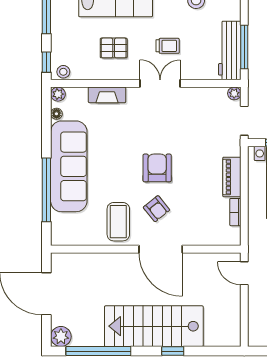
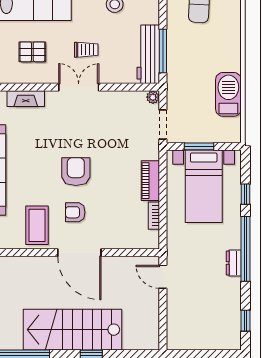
armchair: (157, 209) -> (75, 212), turned 129

